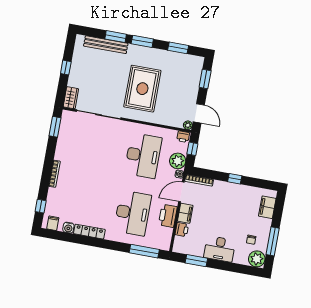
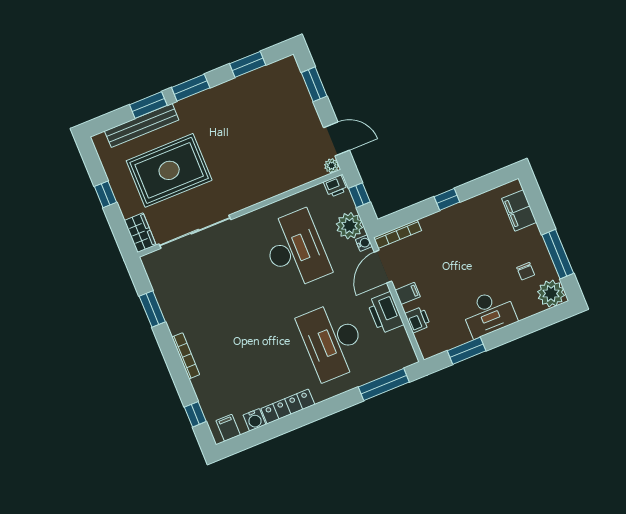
rug: (142, 89) -> (169, 170), moved, turned 90
window: (55, 127) -> (152, 309), moved
desk: (133, 213) -> (333, 341), turned 180
filing cabinet: (185, 213) -> (408, 293), width x0.50

